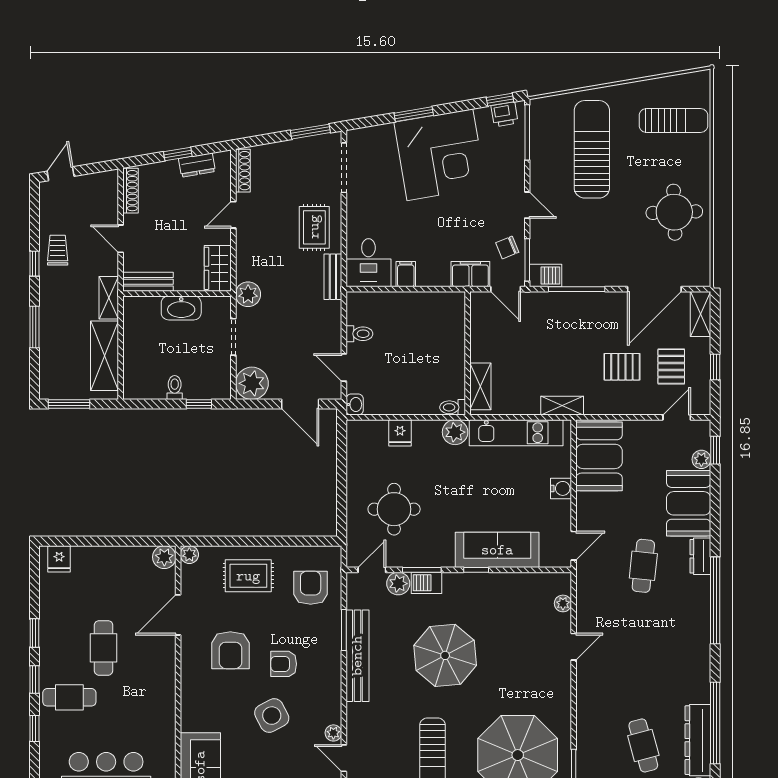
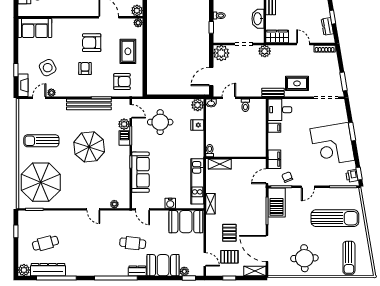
barbecue: (546, 276) -> (277, 203), width x1.88, depth x1.53
plant: (455, 432) -> (198, 105), moved
side table: (272, 716) -> (48, 68), moved

